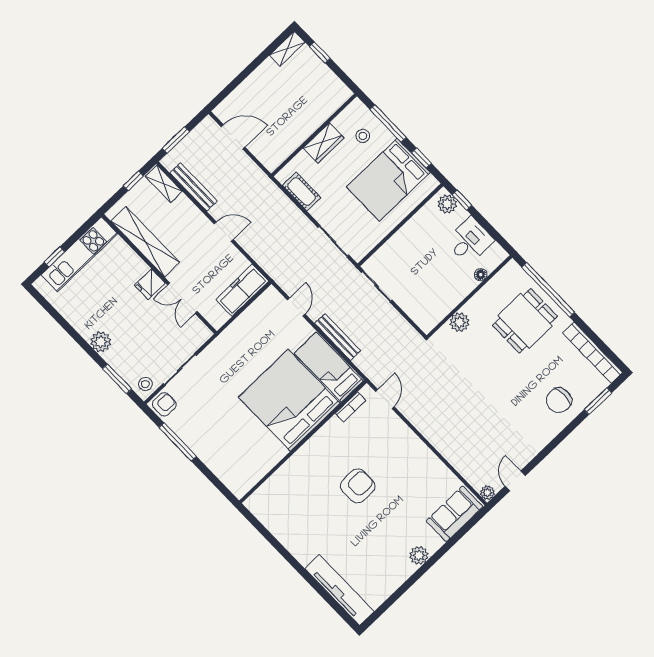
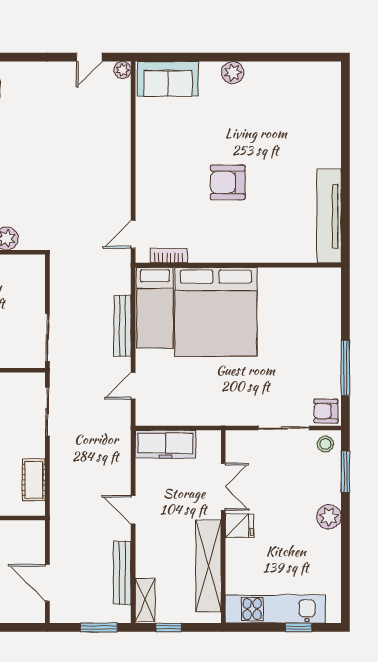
tv unit: (339, 590) -> (329, 216), moved

